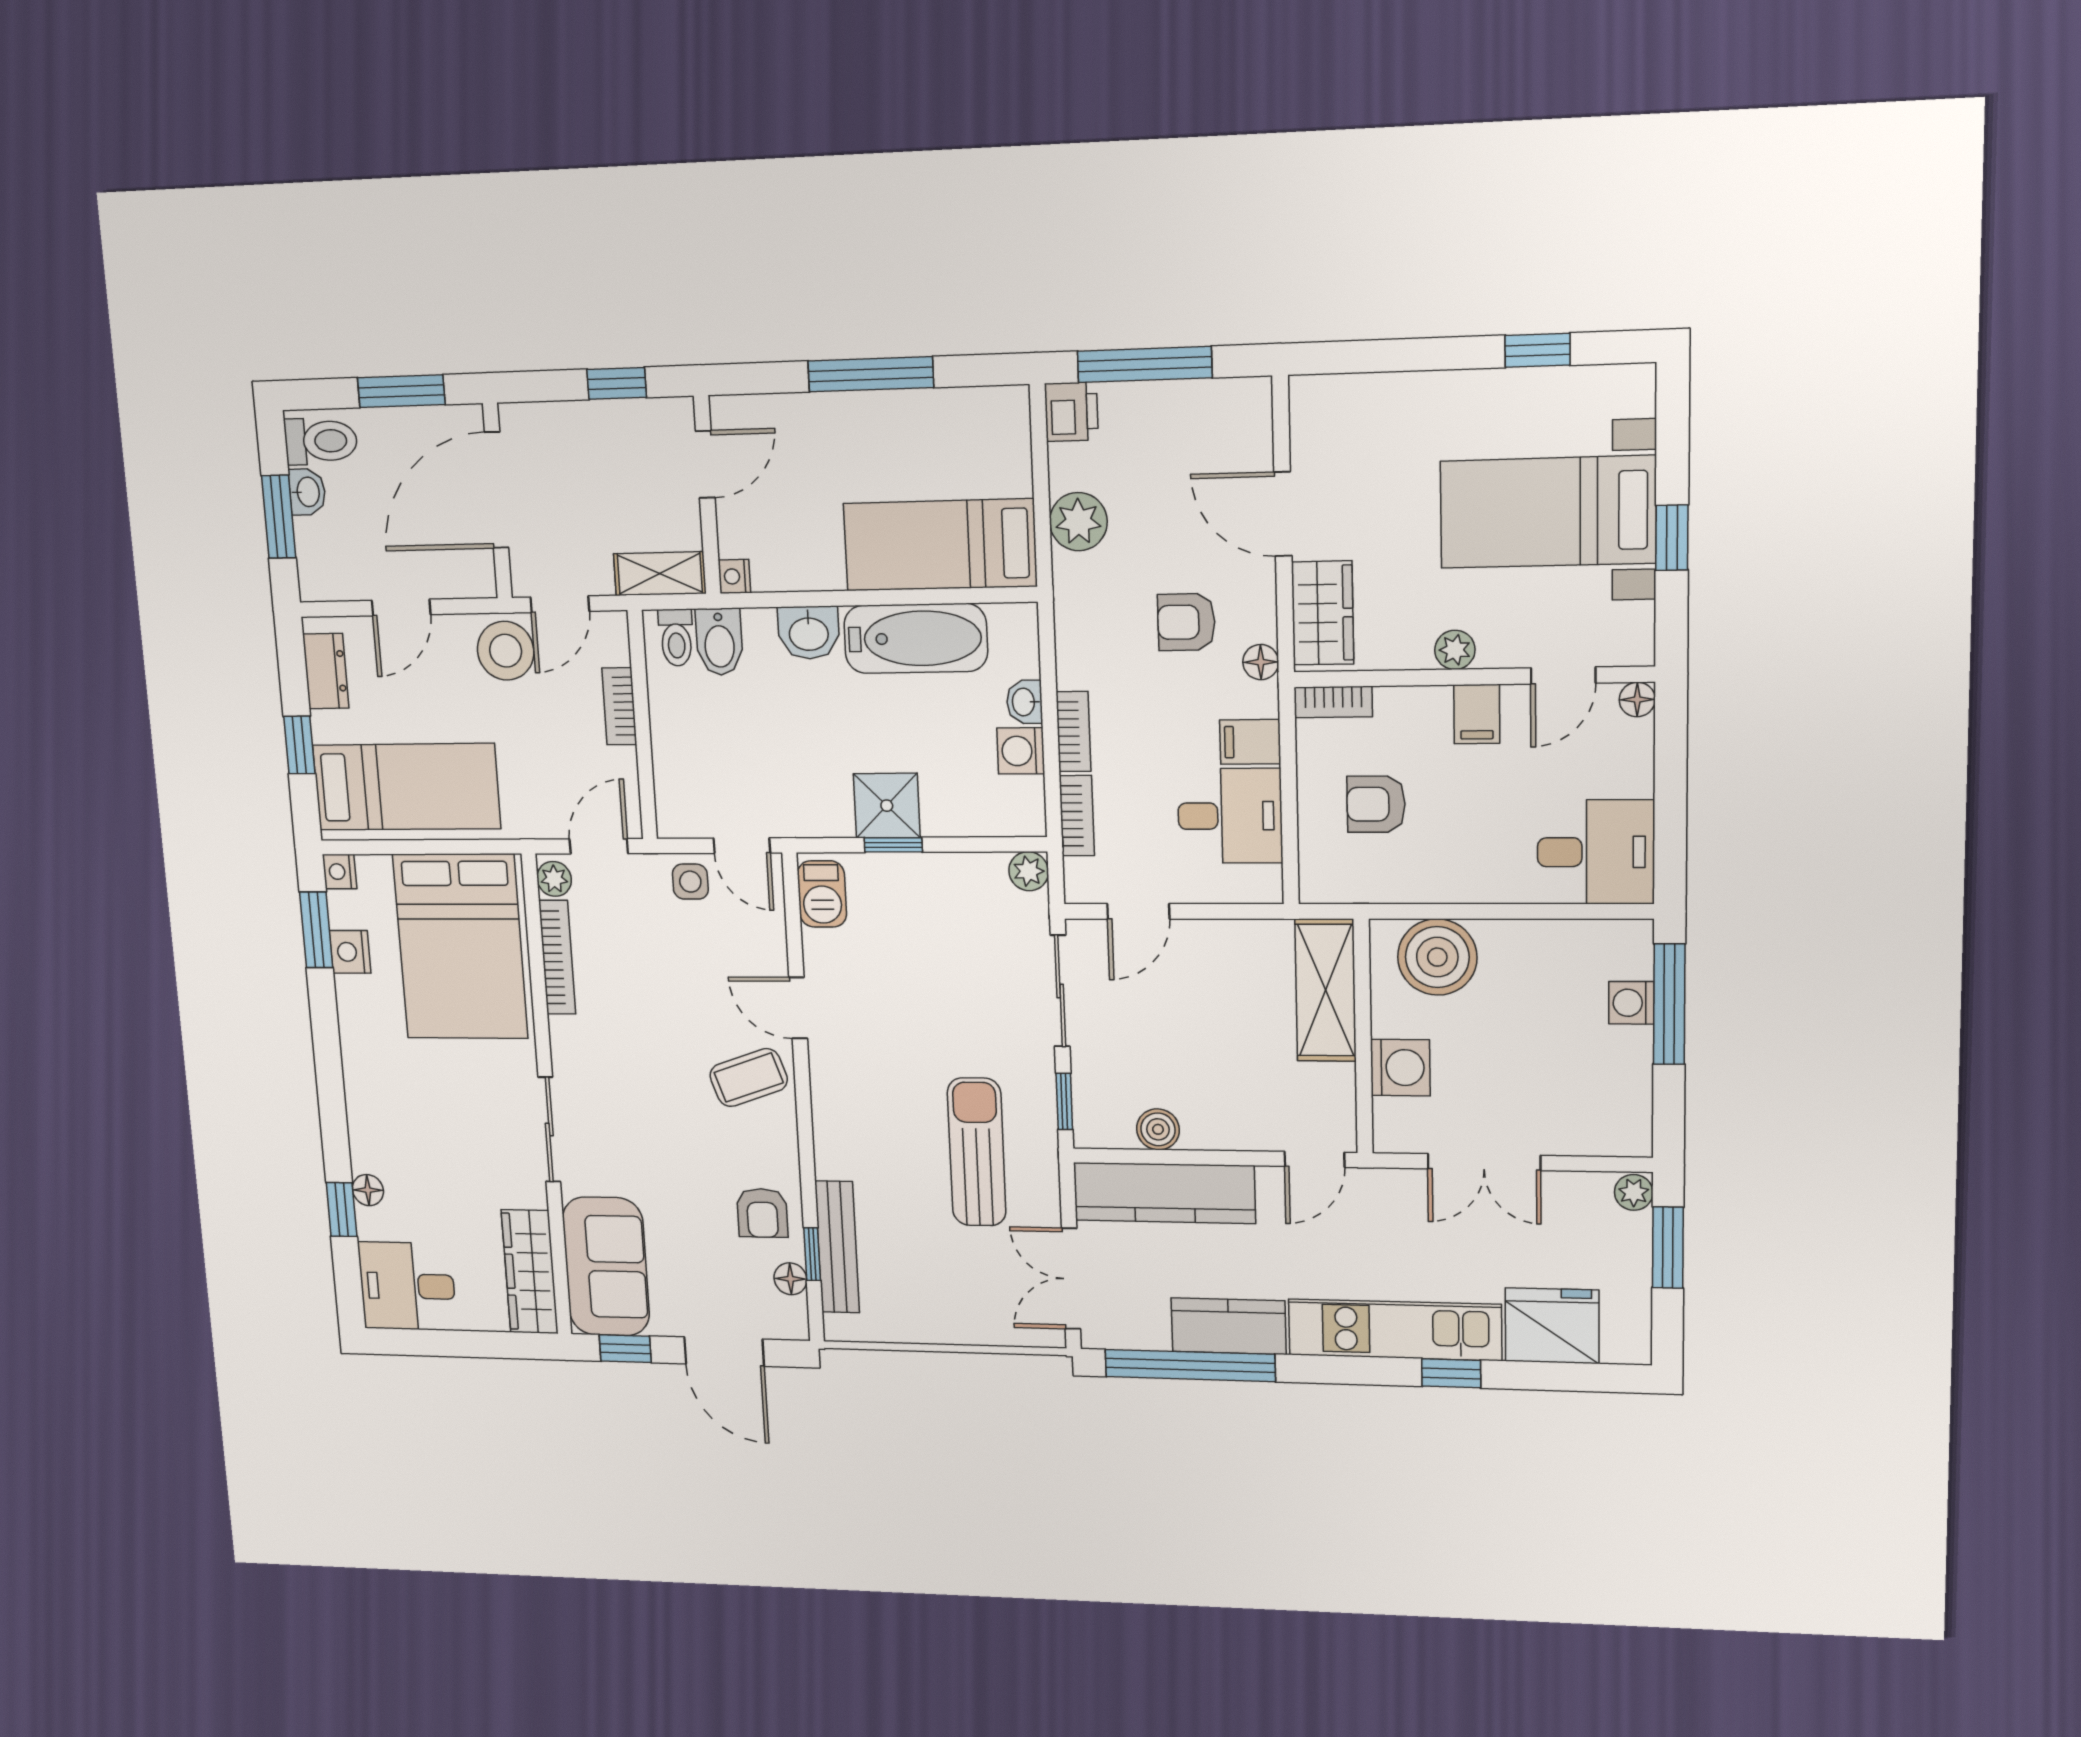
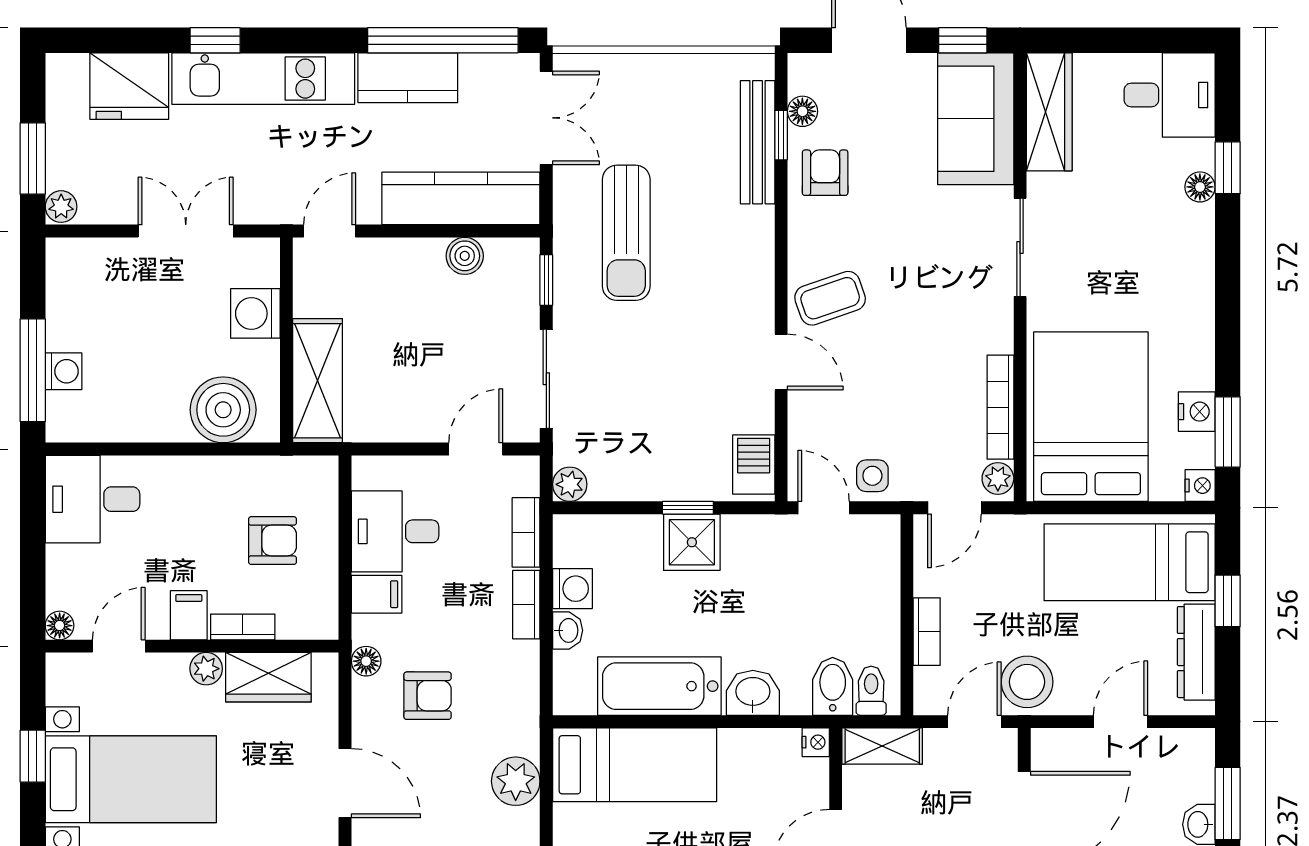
wardrobe: (1323, 613) -> (268, 677), moved, turned -90
dresser: (326, 671) -> (1196, 652), width x1.44
bookcase: (1333, 702) -> (243, 627), moved

